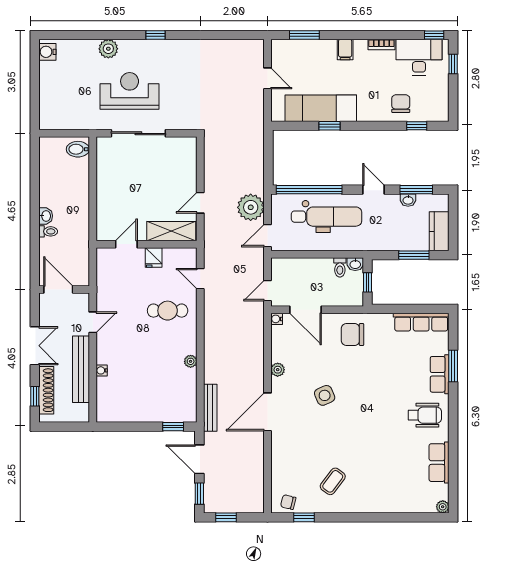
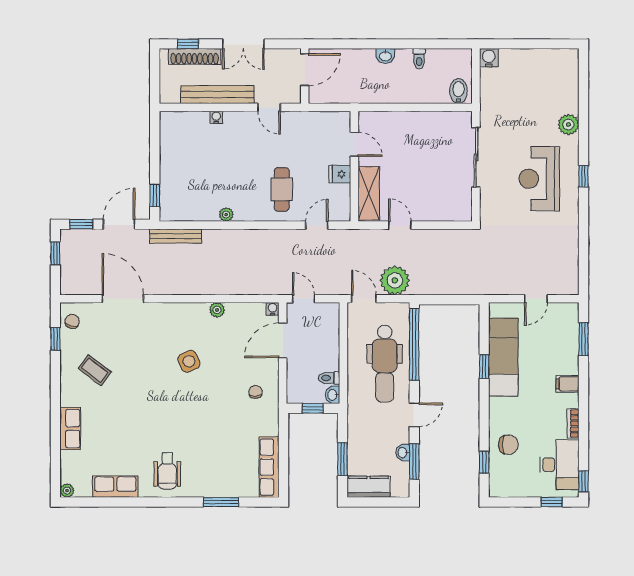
water cooler: (47, 52) -> (489, 58), moved
reception desk: (130, 91) -> (539, 179), moved, turned 180
toilet: (48, 231) -> (419, 59), moved
chair: (353, 335) -> (256, 392), width x0.54, depth x0.54
row of seats: (440, 374) -> (70, 429), moved, turned 90
door: (267, 412) -> (123, 299), moved

